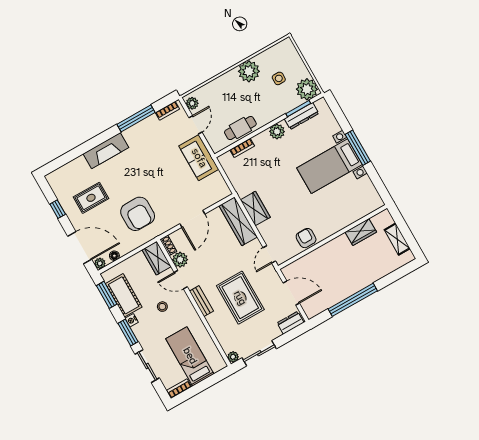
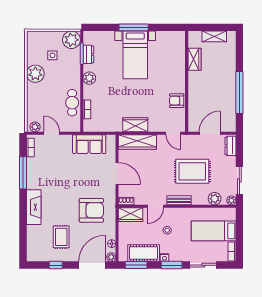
dresser: (302, 116) -> (88, 54), width x0.70
sofa: (199, 158) -> (89, 144), moved
plant: (180, 260) -> (215, 199), moved

